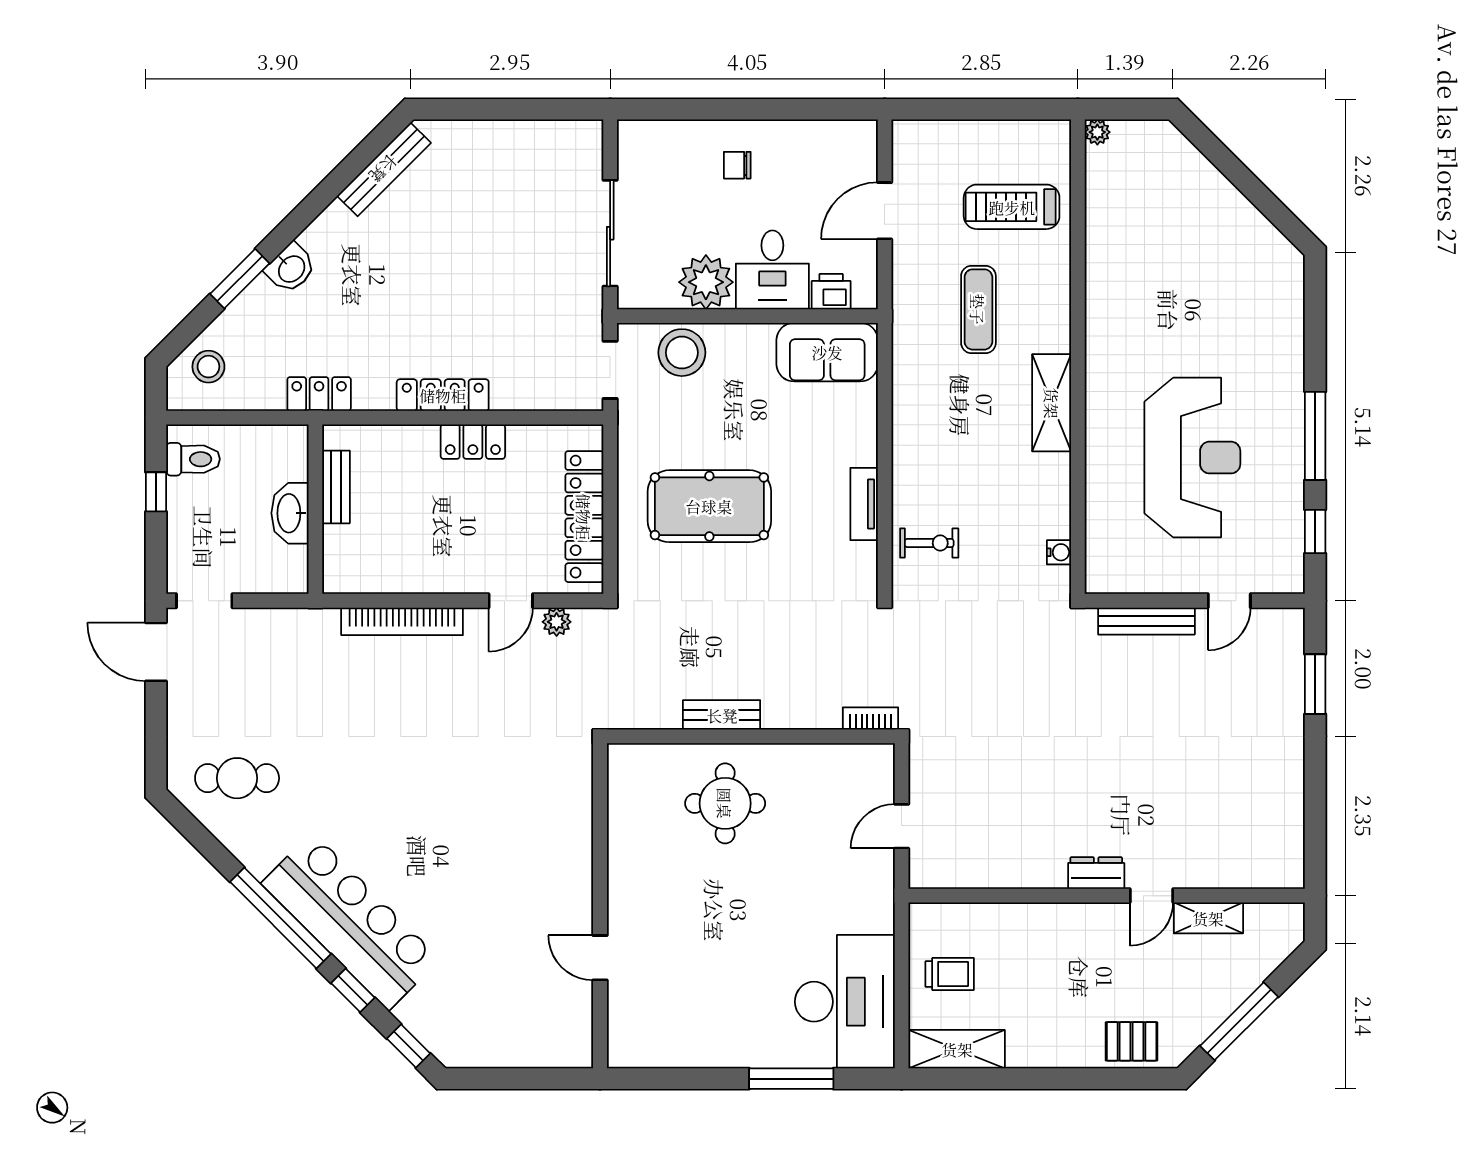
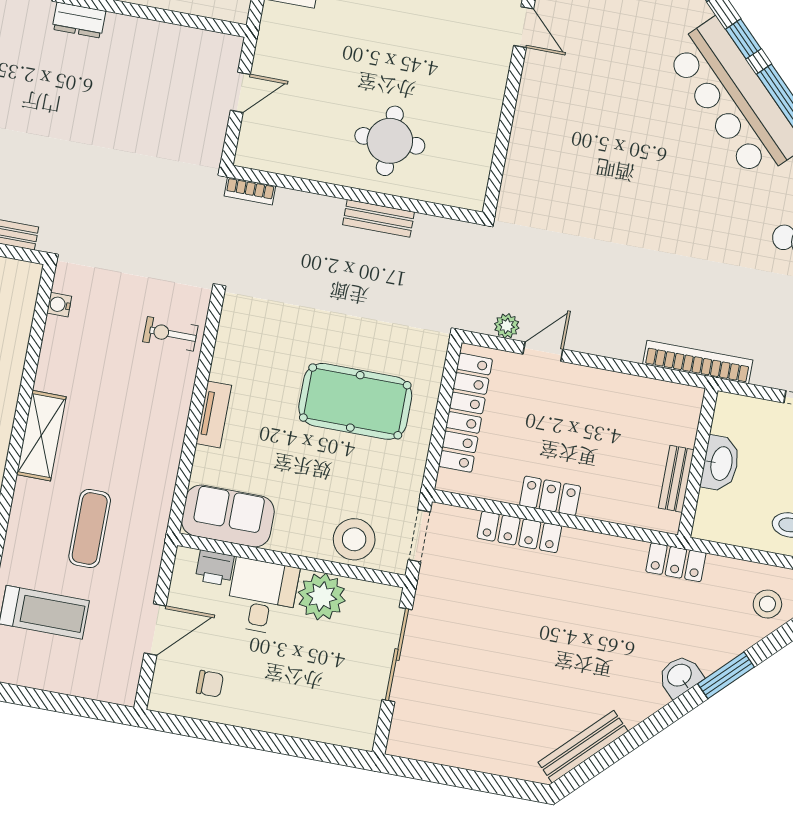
chair: (737, 165) -> (210, 684), moved
locker: (443, 395) -> (519, 532), moved
tv unit: (864, 504) -> (214, 414), moved
bookcase: (402, 621) -> (698, 362), moved

